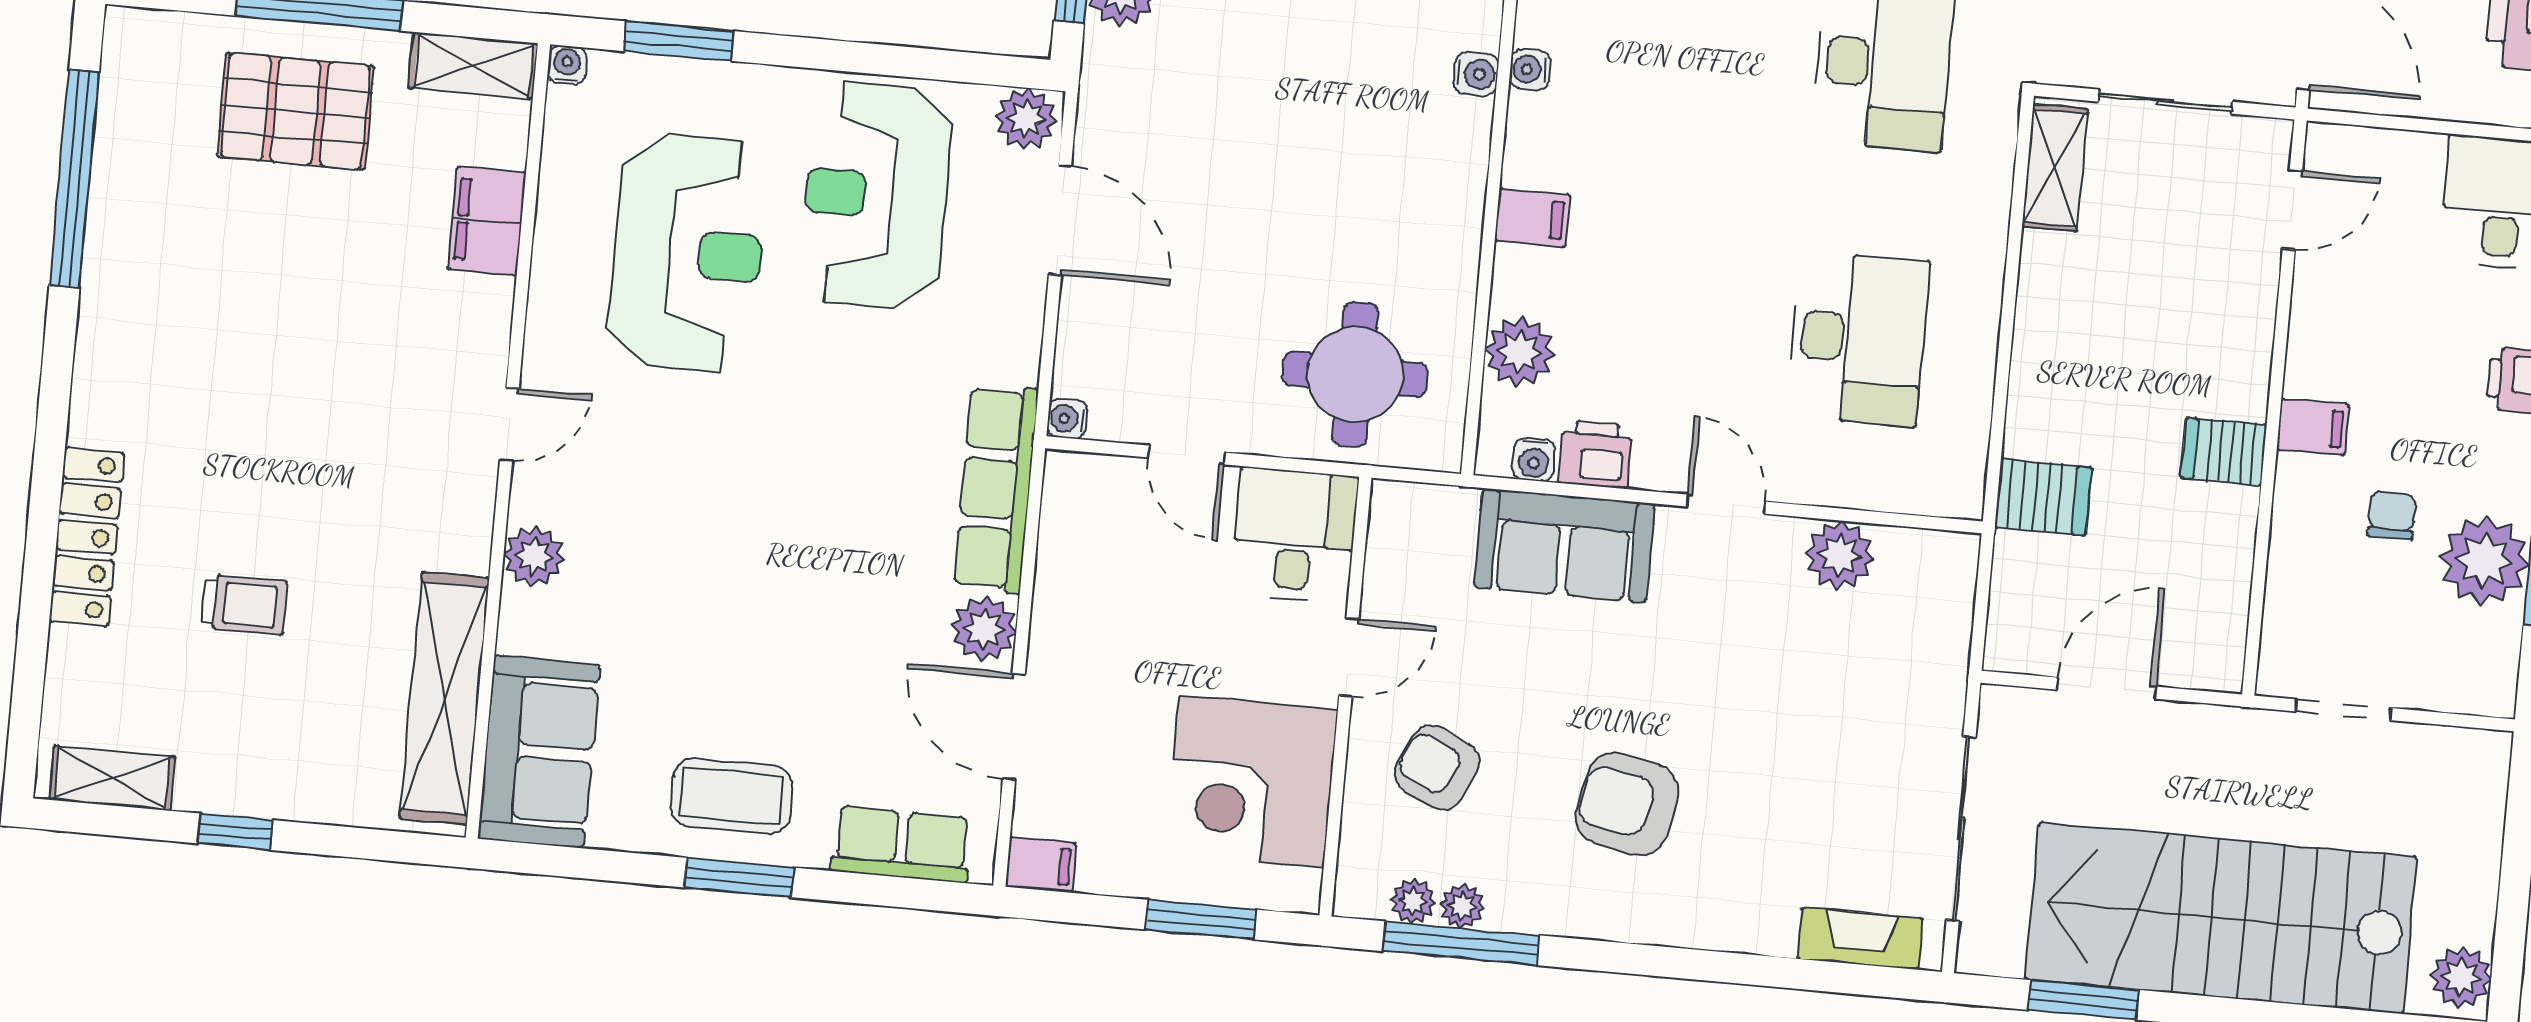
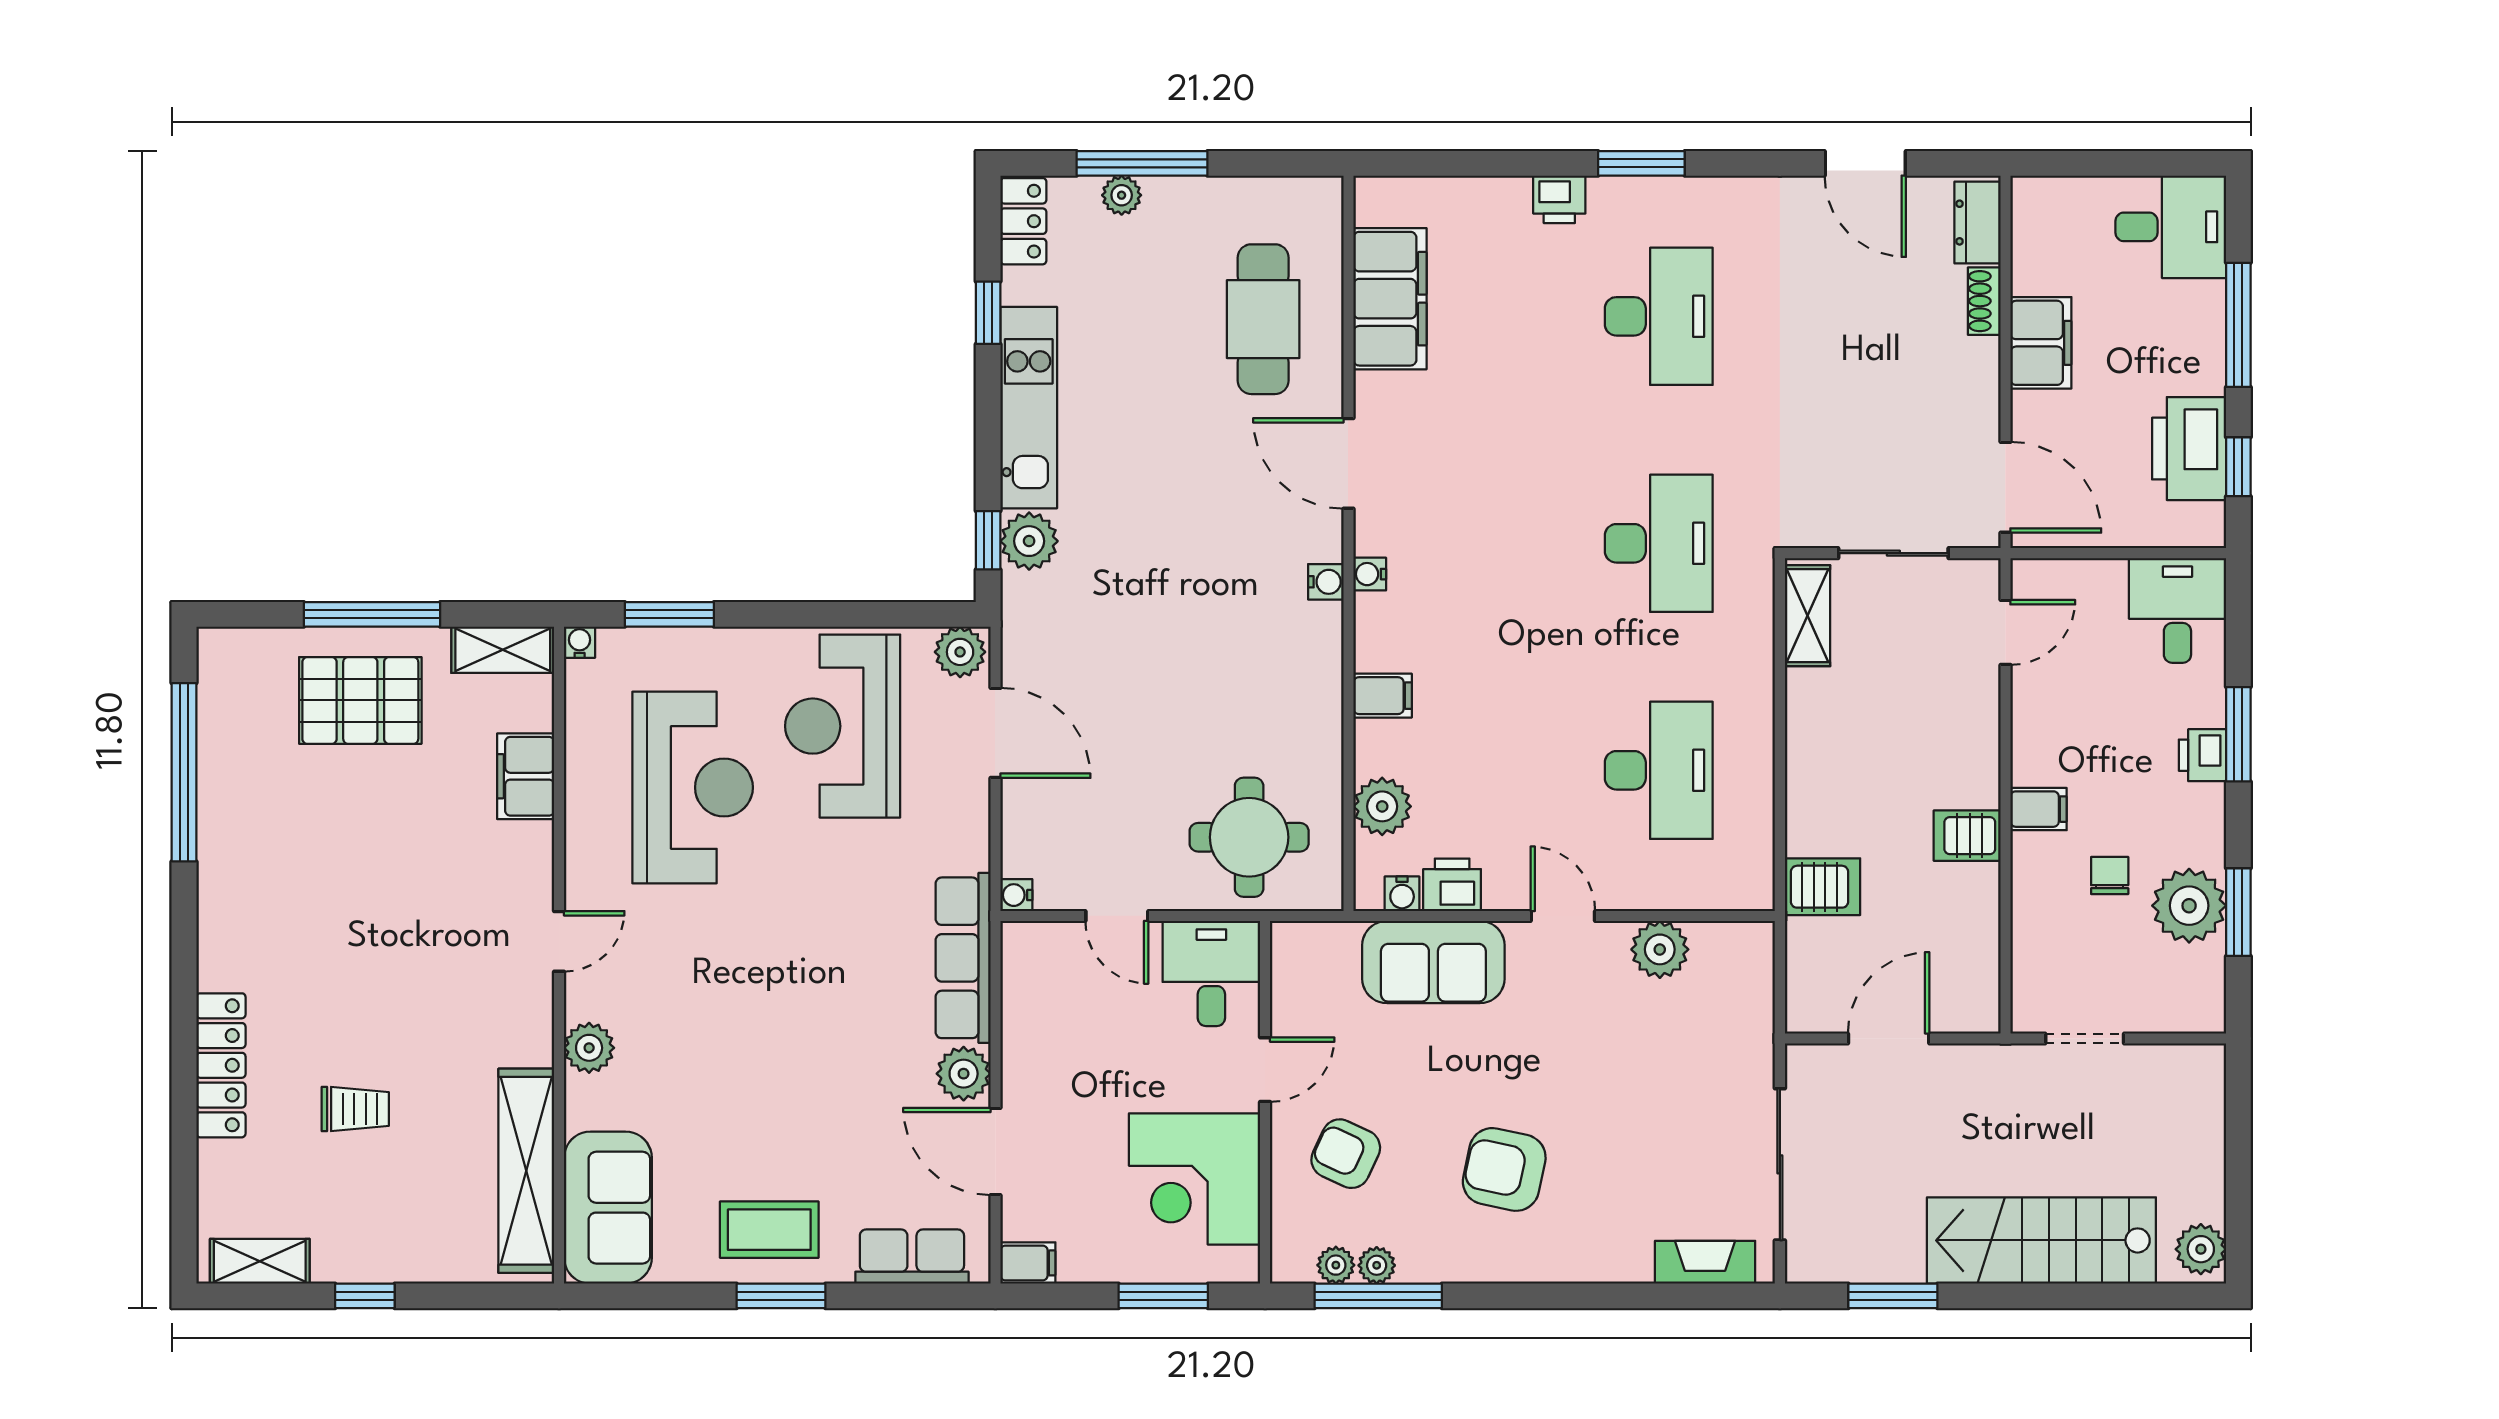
stairs: (2221, 918) -> (2041, 1240), width x0.73, depth x0.66

